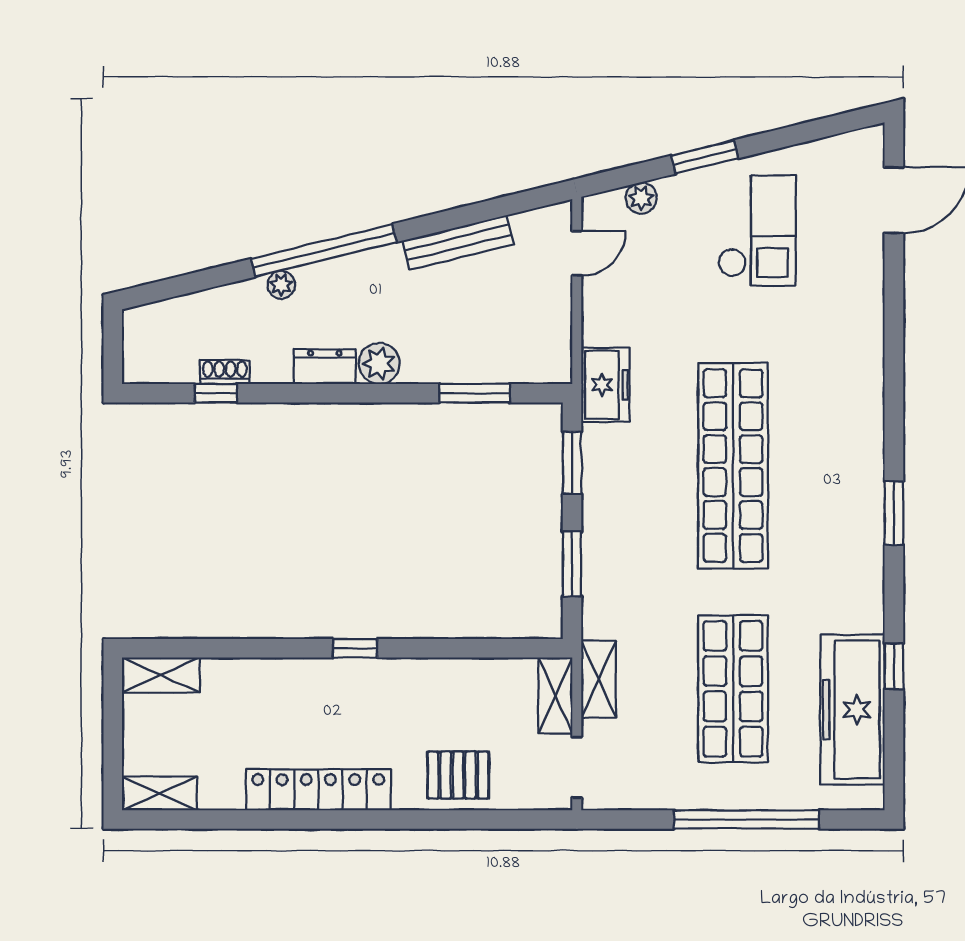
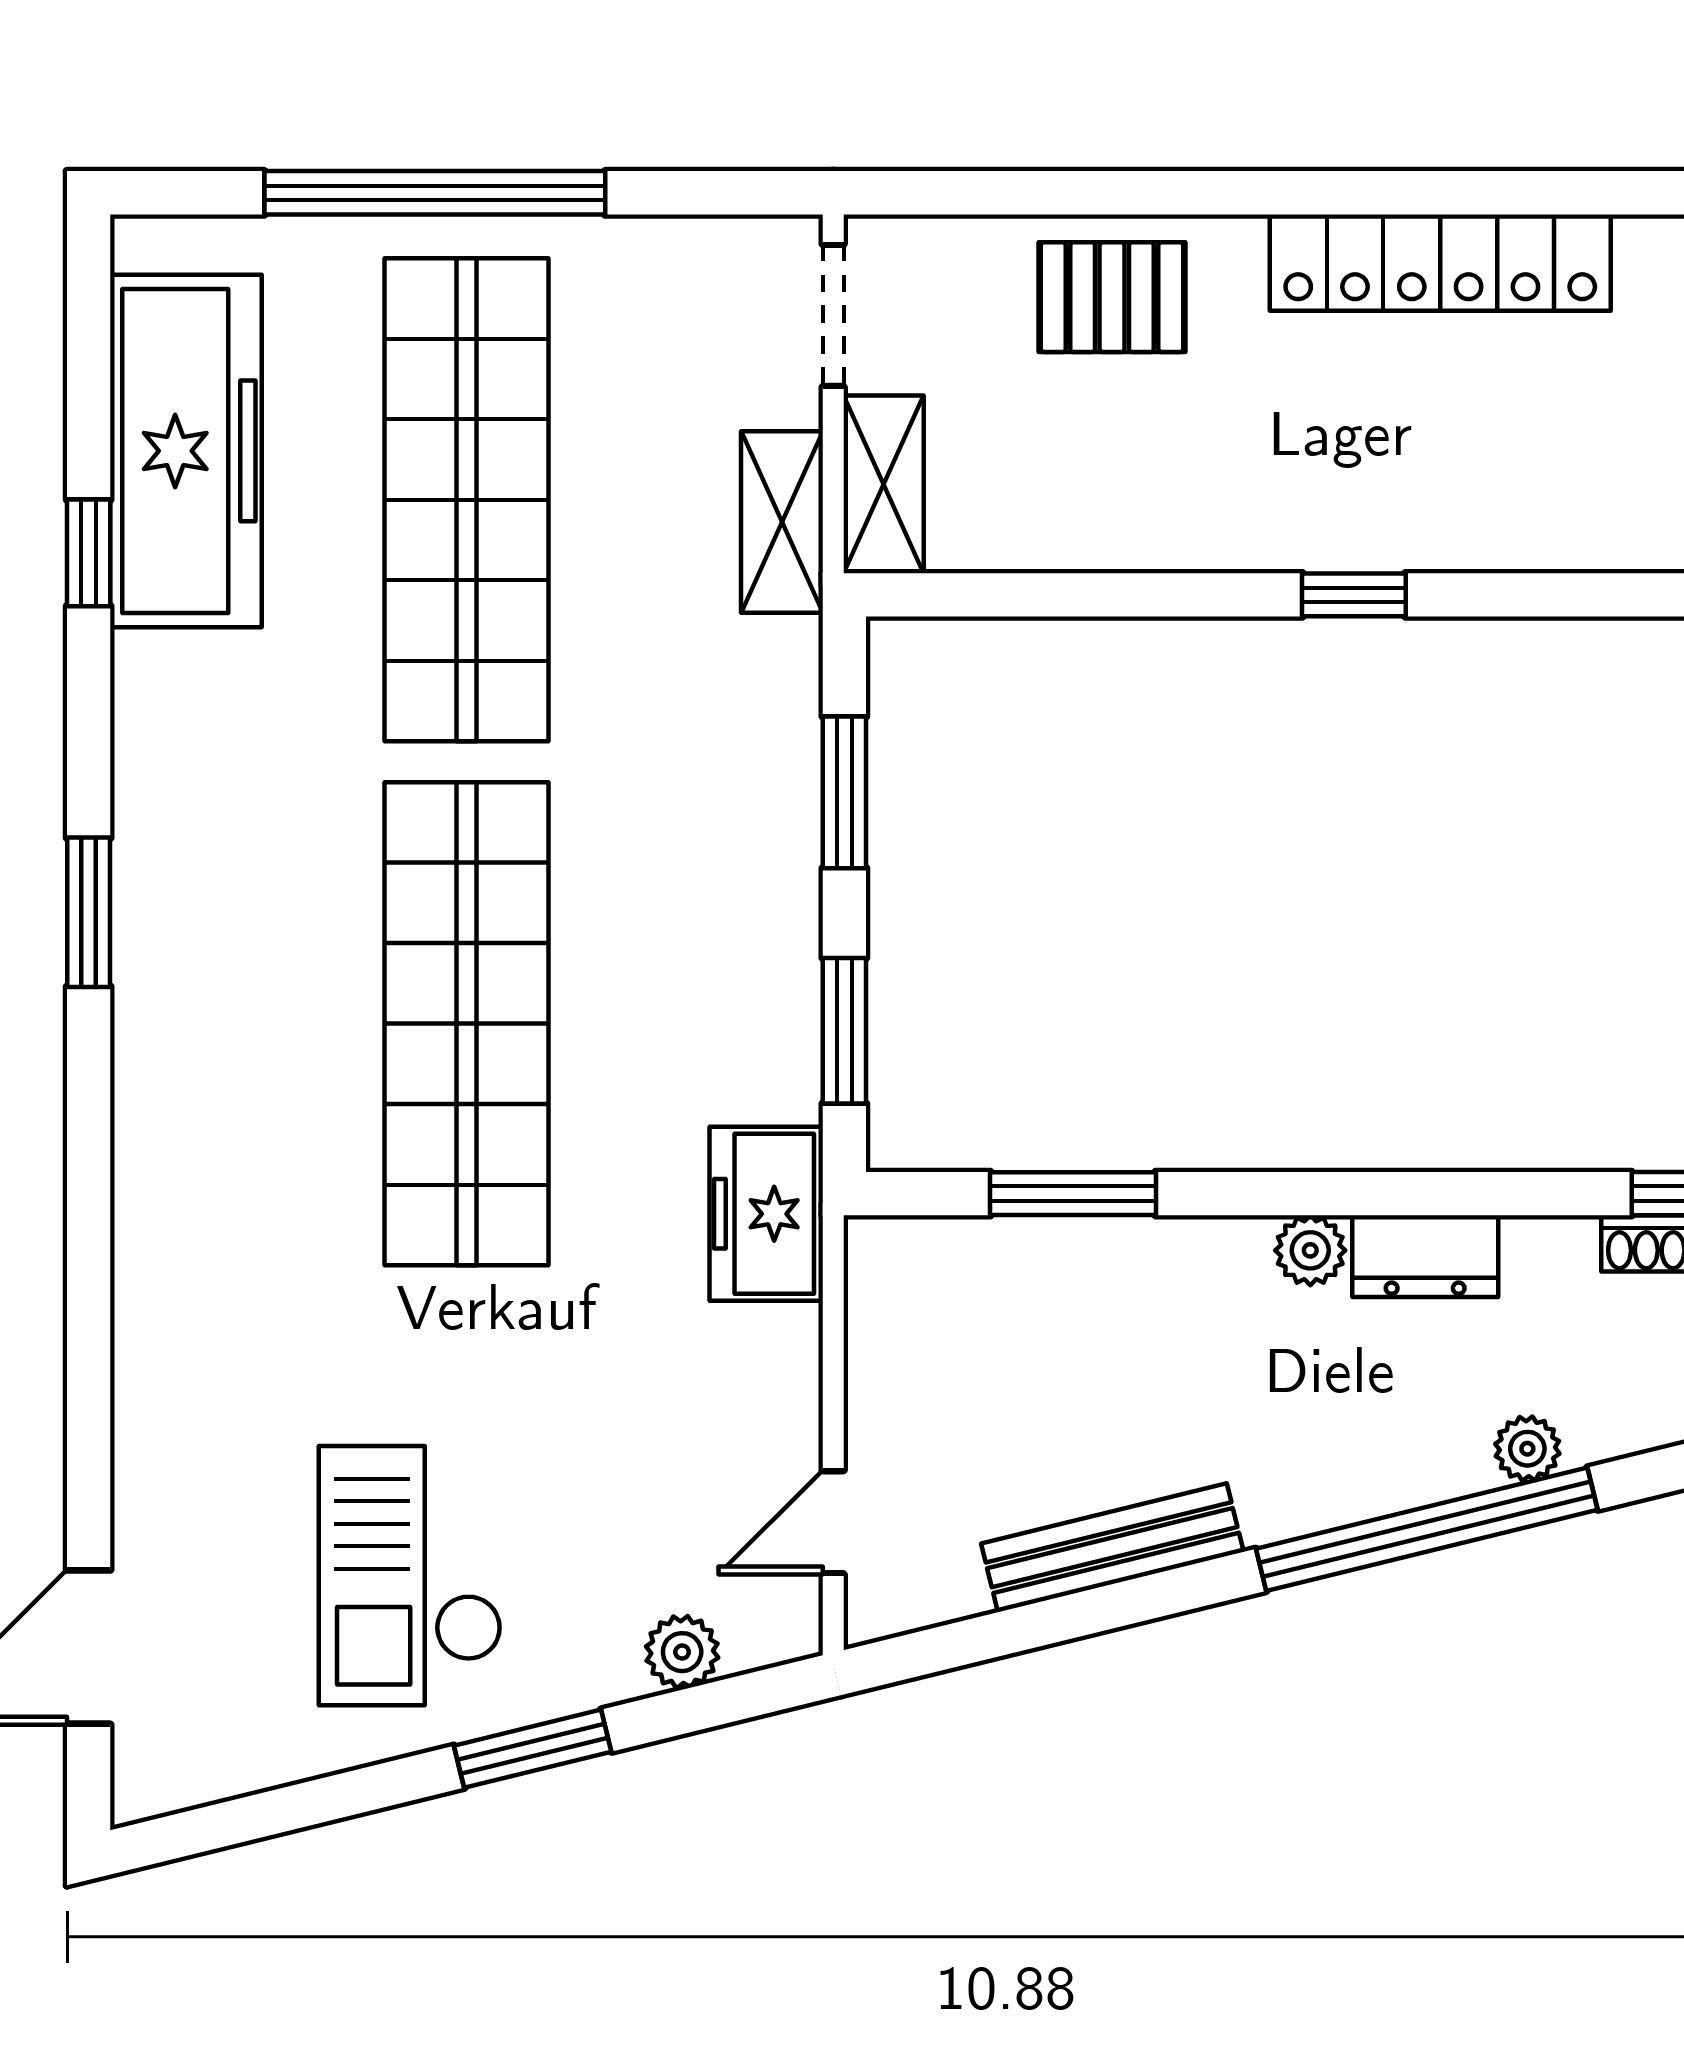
plant: (379, 364) -> (1310, 1250), width x0.73, depth x0.73
shop shelf: (733, 689) -> (466, 500), width x1.40

